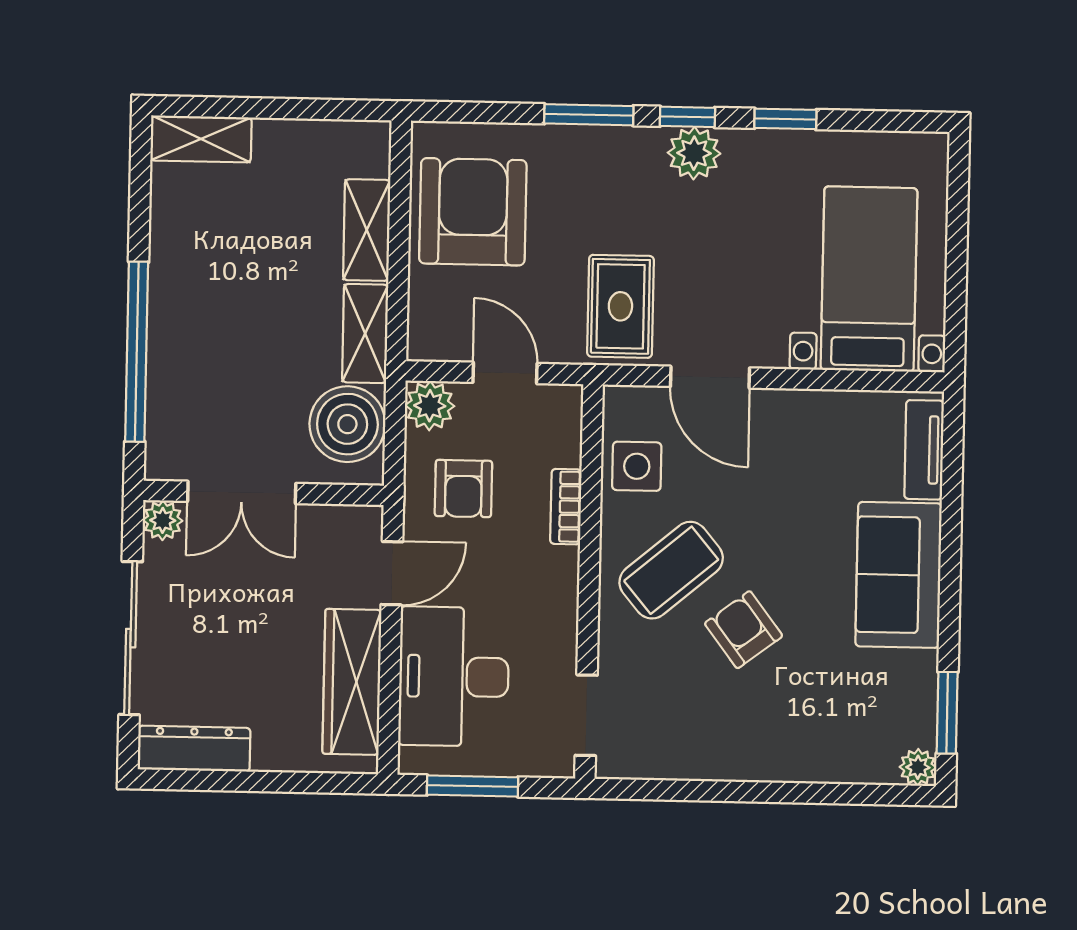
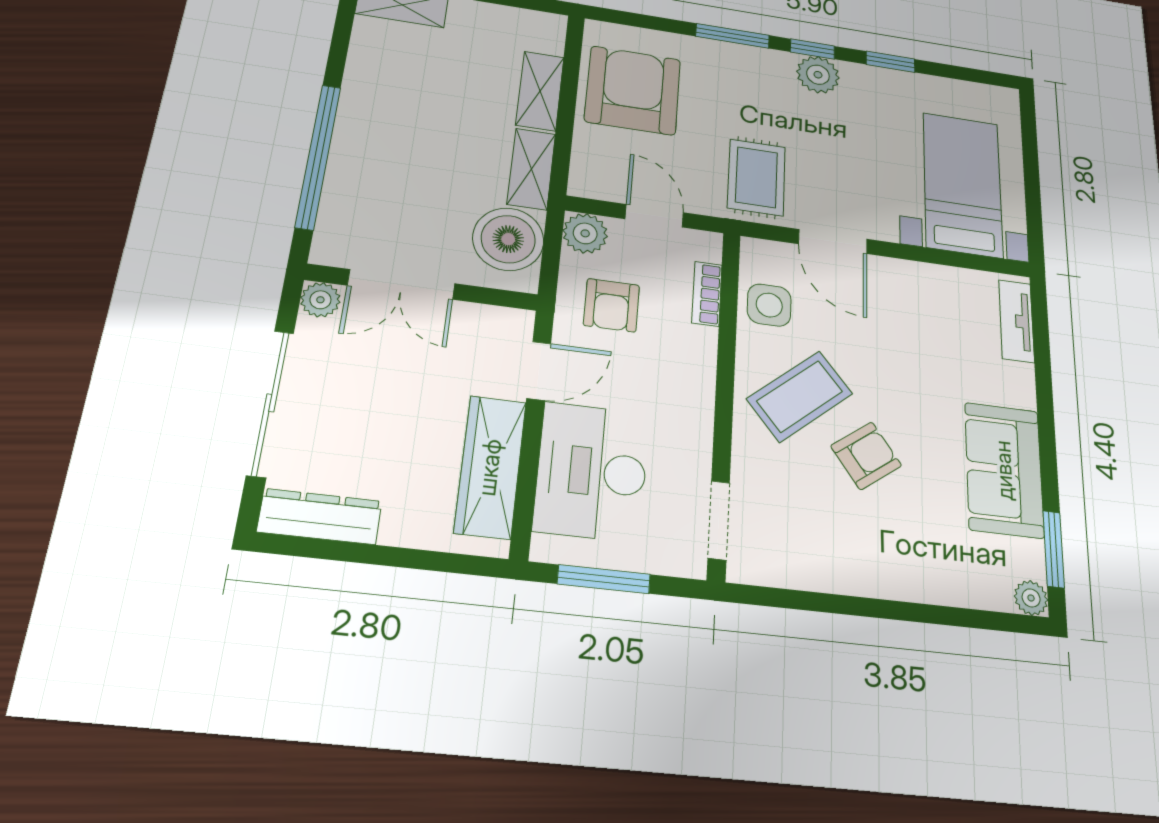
bookcase: (566, 507) -> (707, 294), moved
sofa: (899, 575) -> (1004, 470), moved
armchair: (744, 630) -> (866, 456), turned 91

